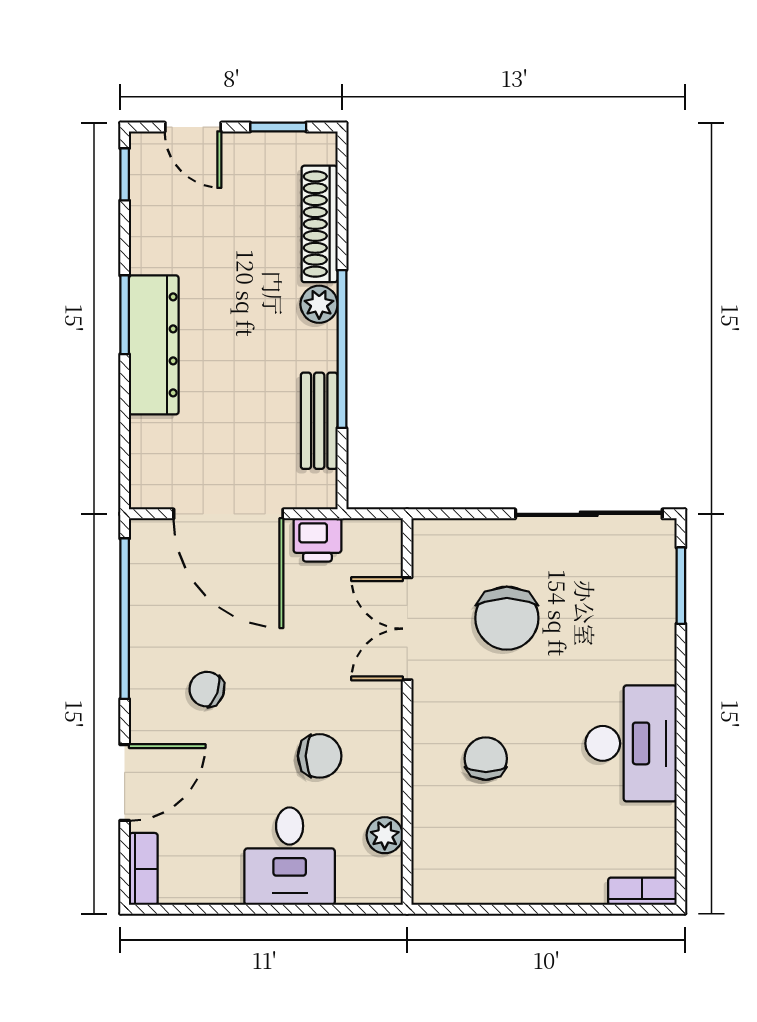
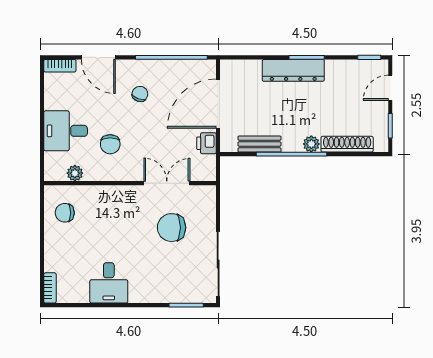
desk: (631, 743) -> (109, 283), width x0.73
chair: (486, 759) -> (65, 213), moved, turned 180

